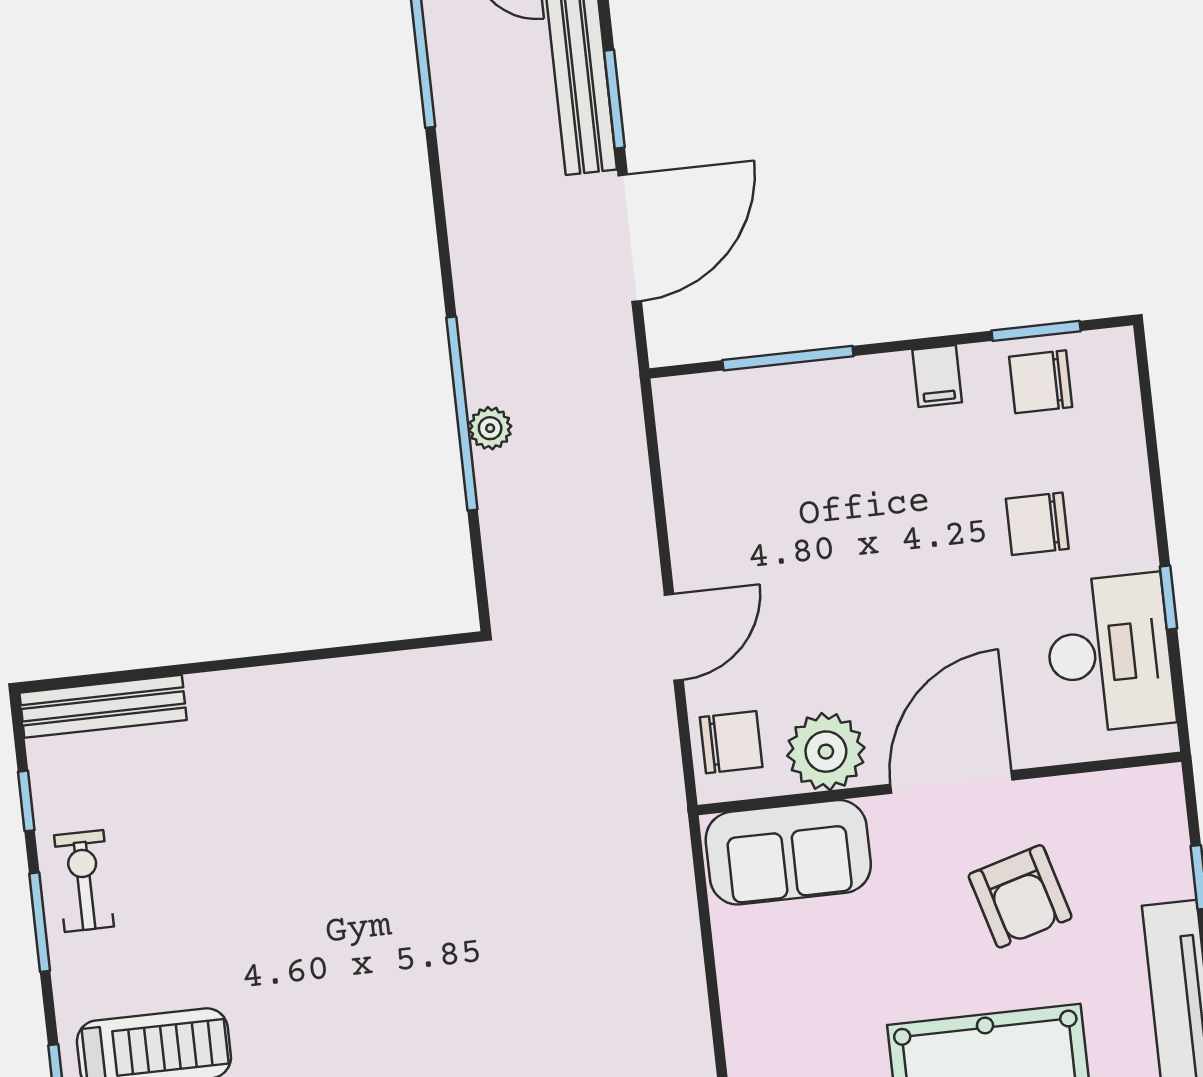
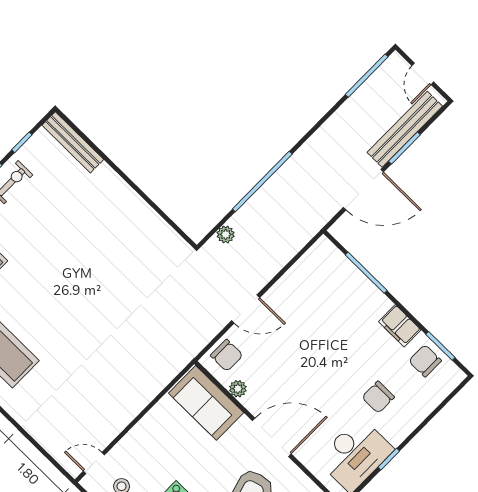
filing cabinet: (937, 376) -> (400, 326), width x2.00
plant: (490, 428) -> (226, 234), moved
chair: (1037, 524) -> (378, 397), turned -90
plant: (826, 752) -> (238, 389), width x0.53, depth x0.53

